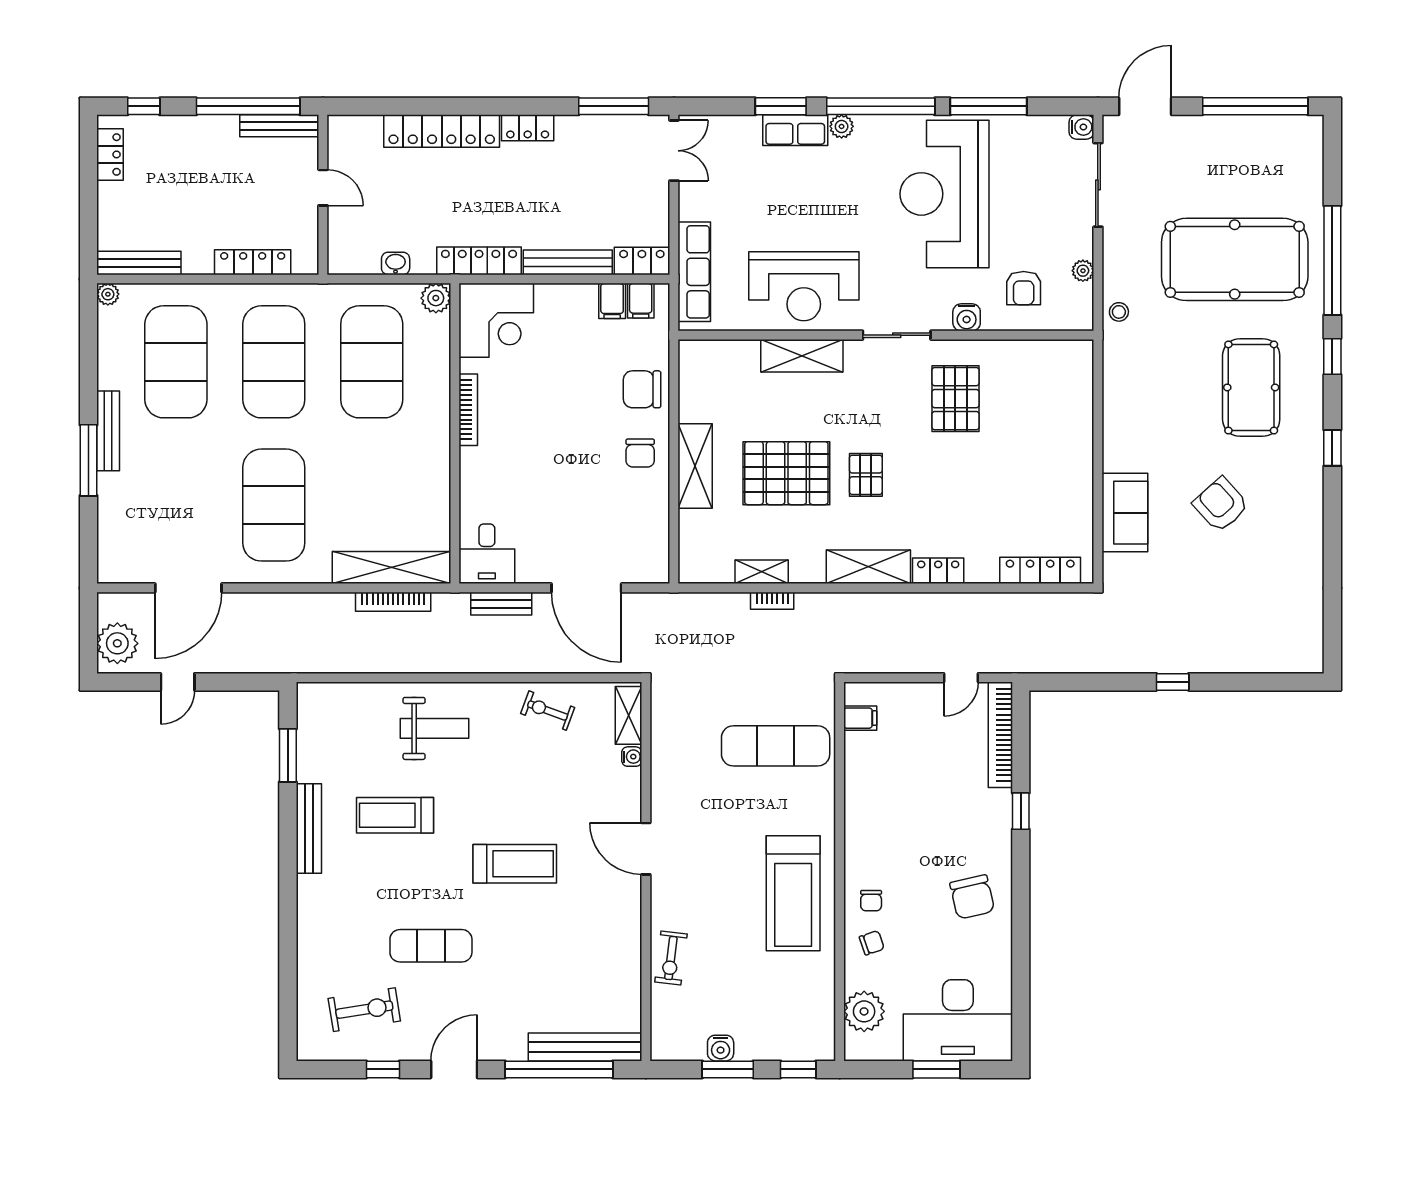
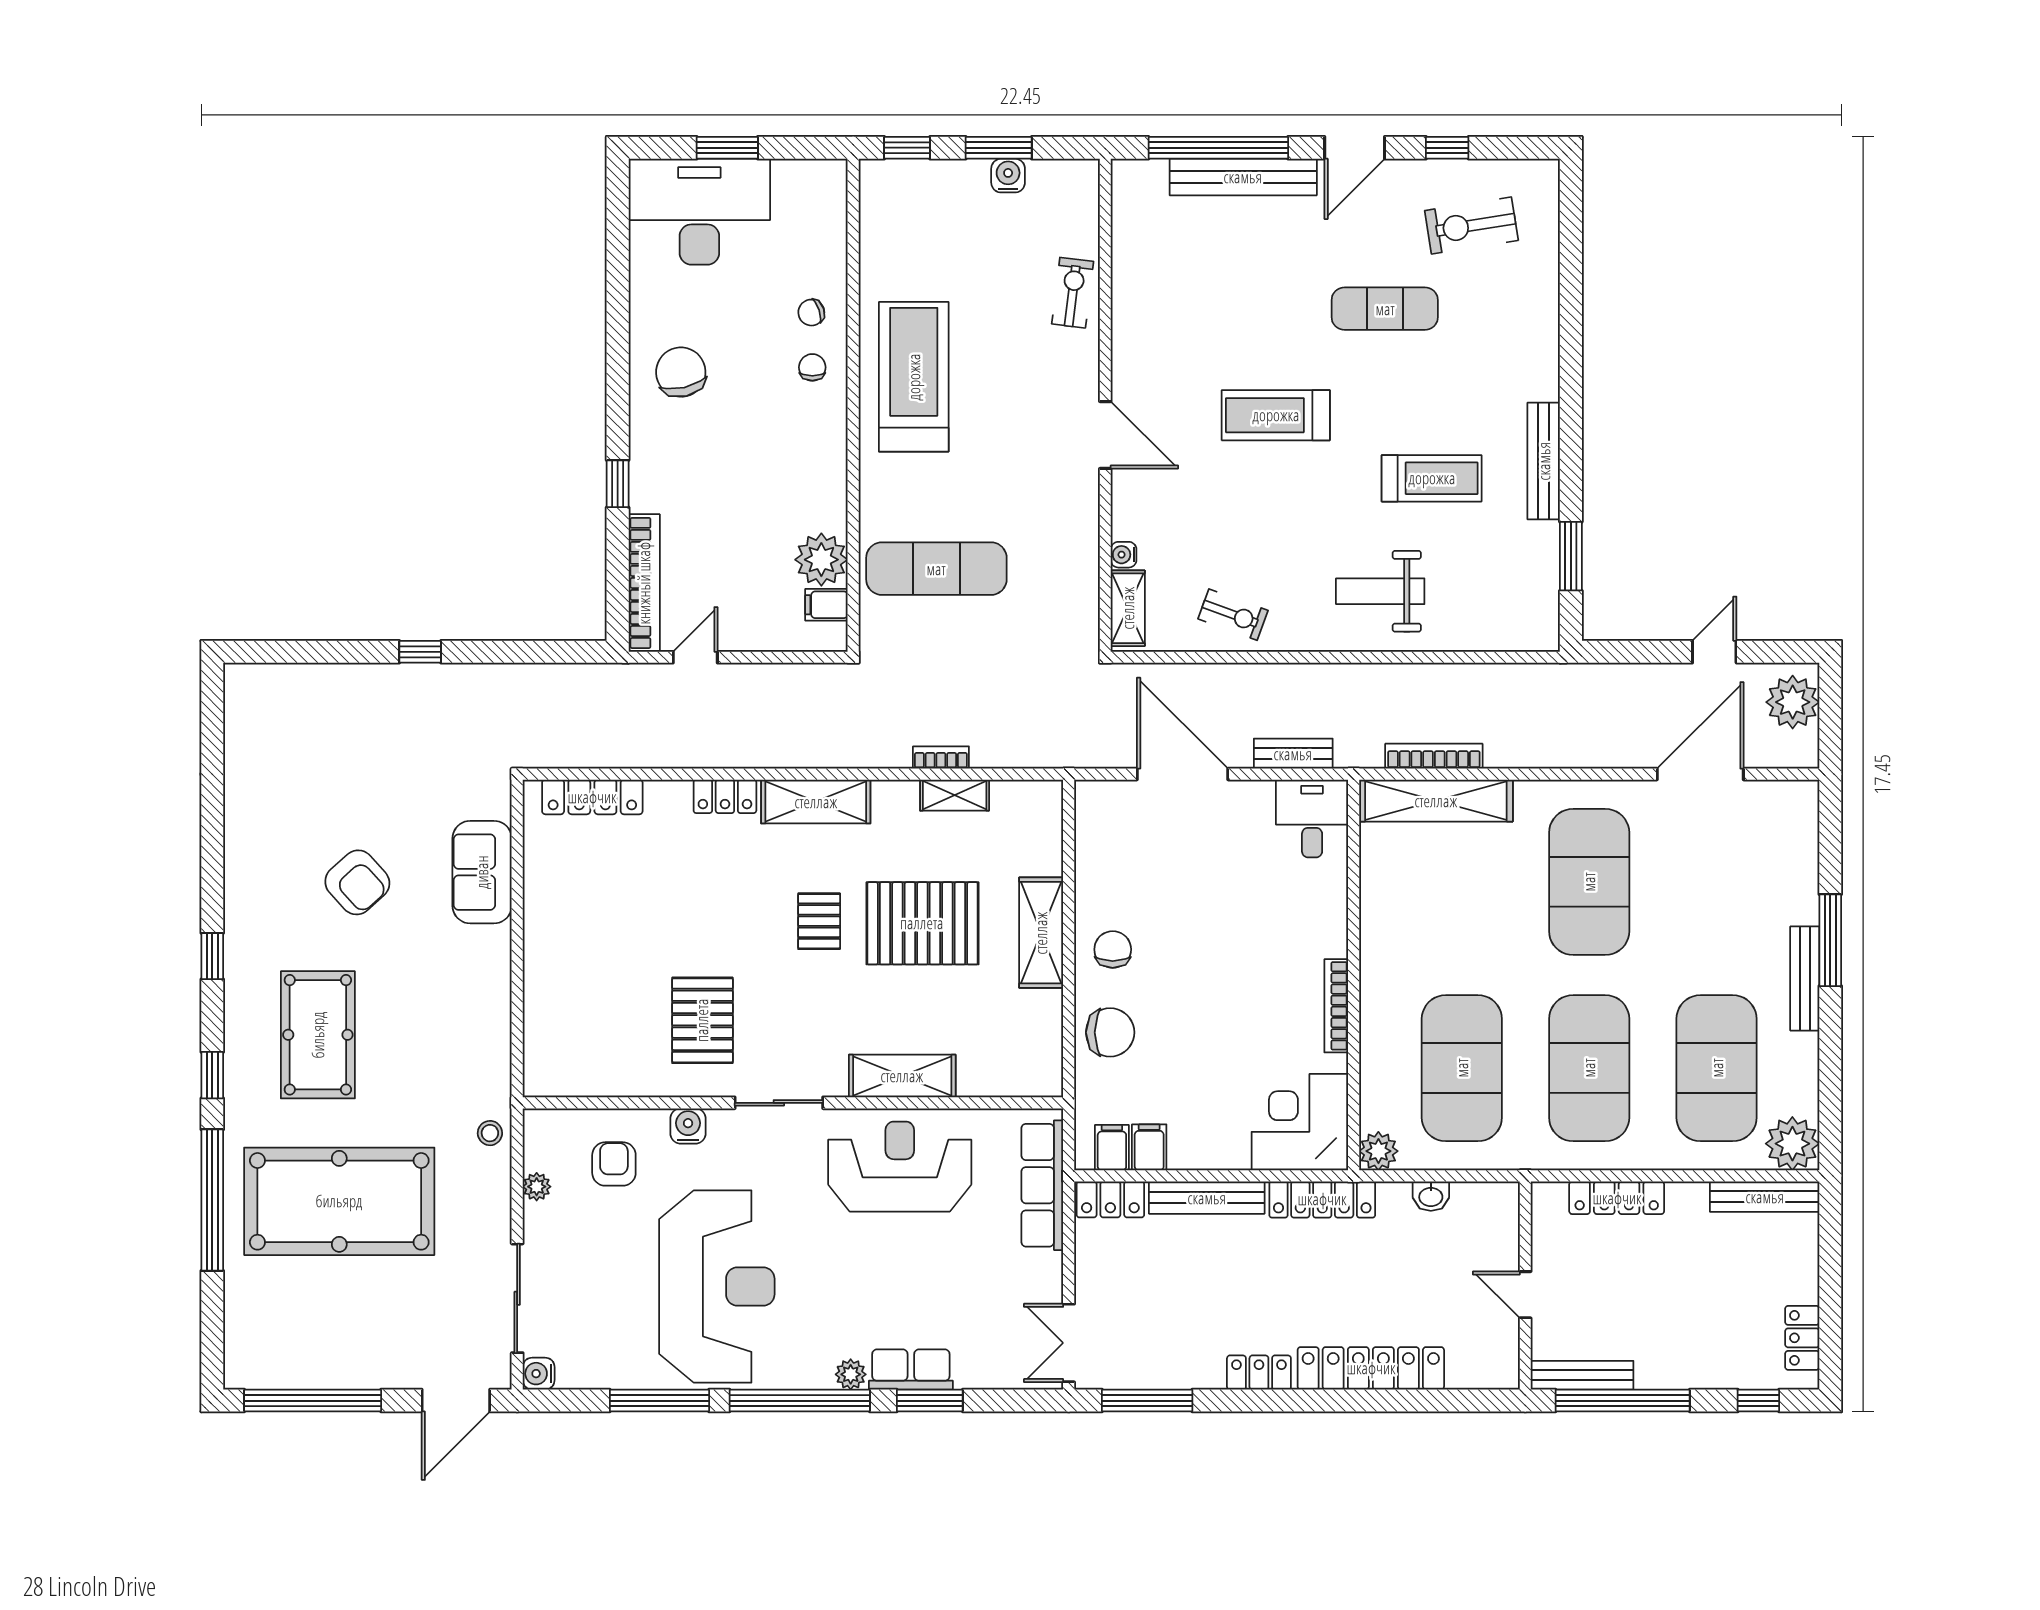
plant: (108, 294) -> (1792, 1144), width x1.88, depth x1.88
plant: (864, 1011) -> (821, 560), moved
bench: (585, 1047) -> (1243, 177), moved

